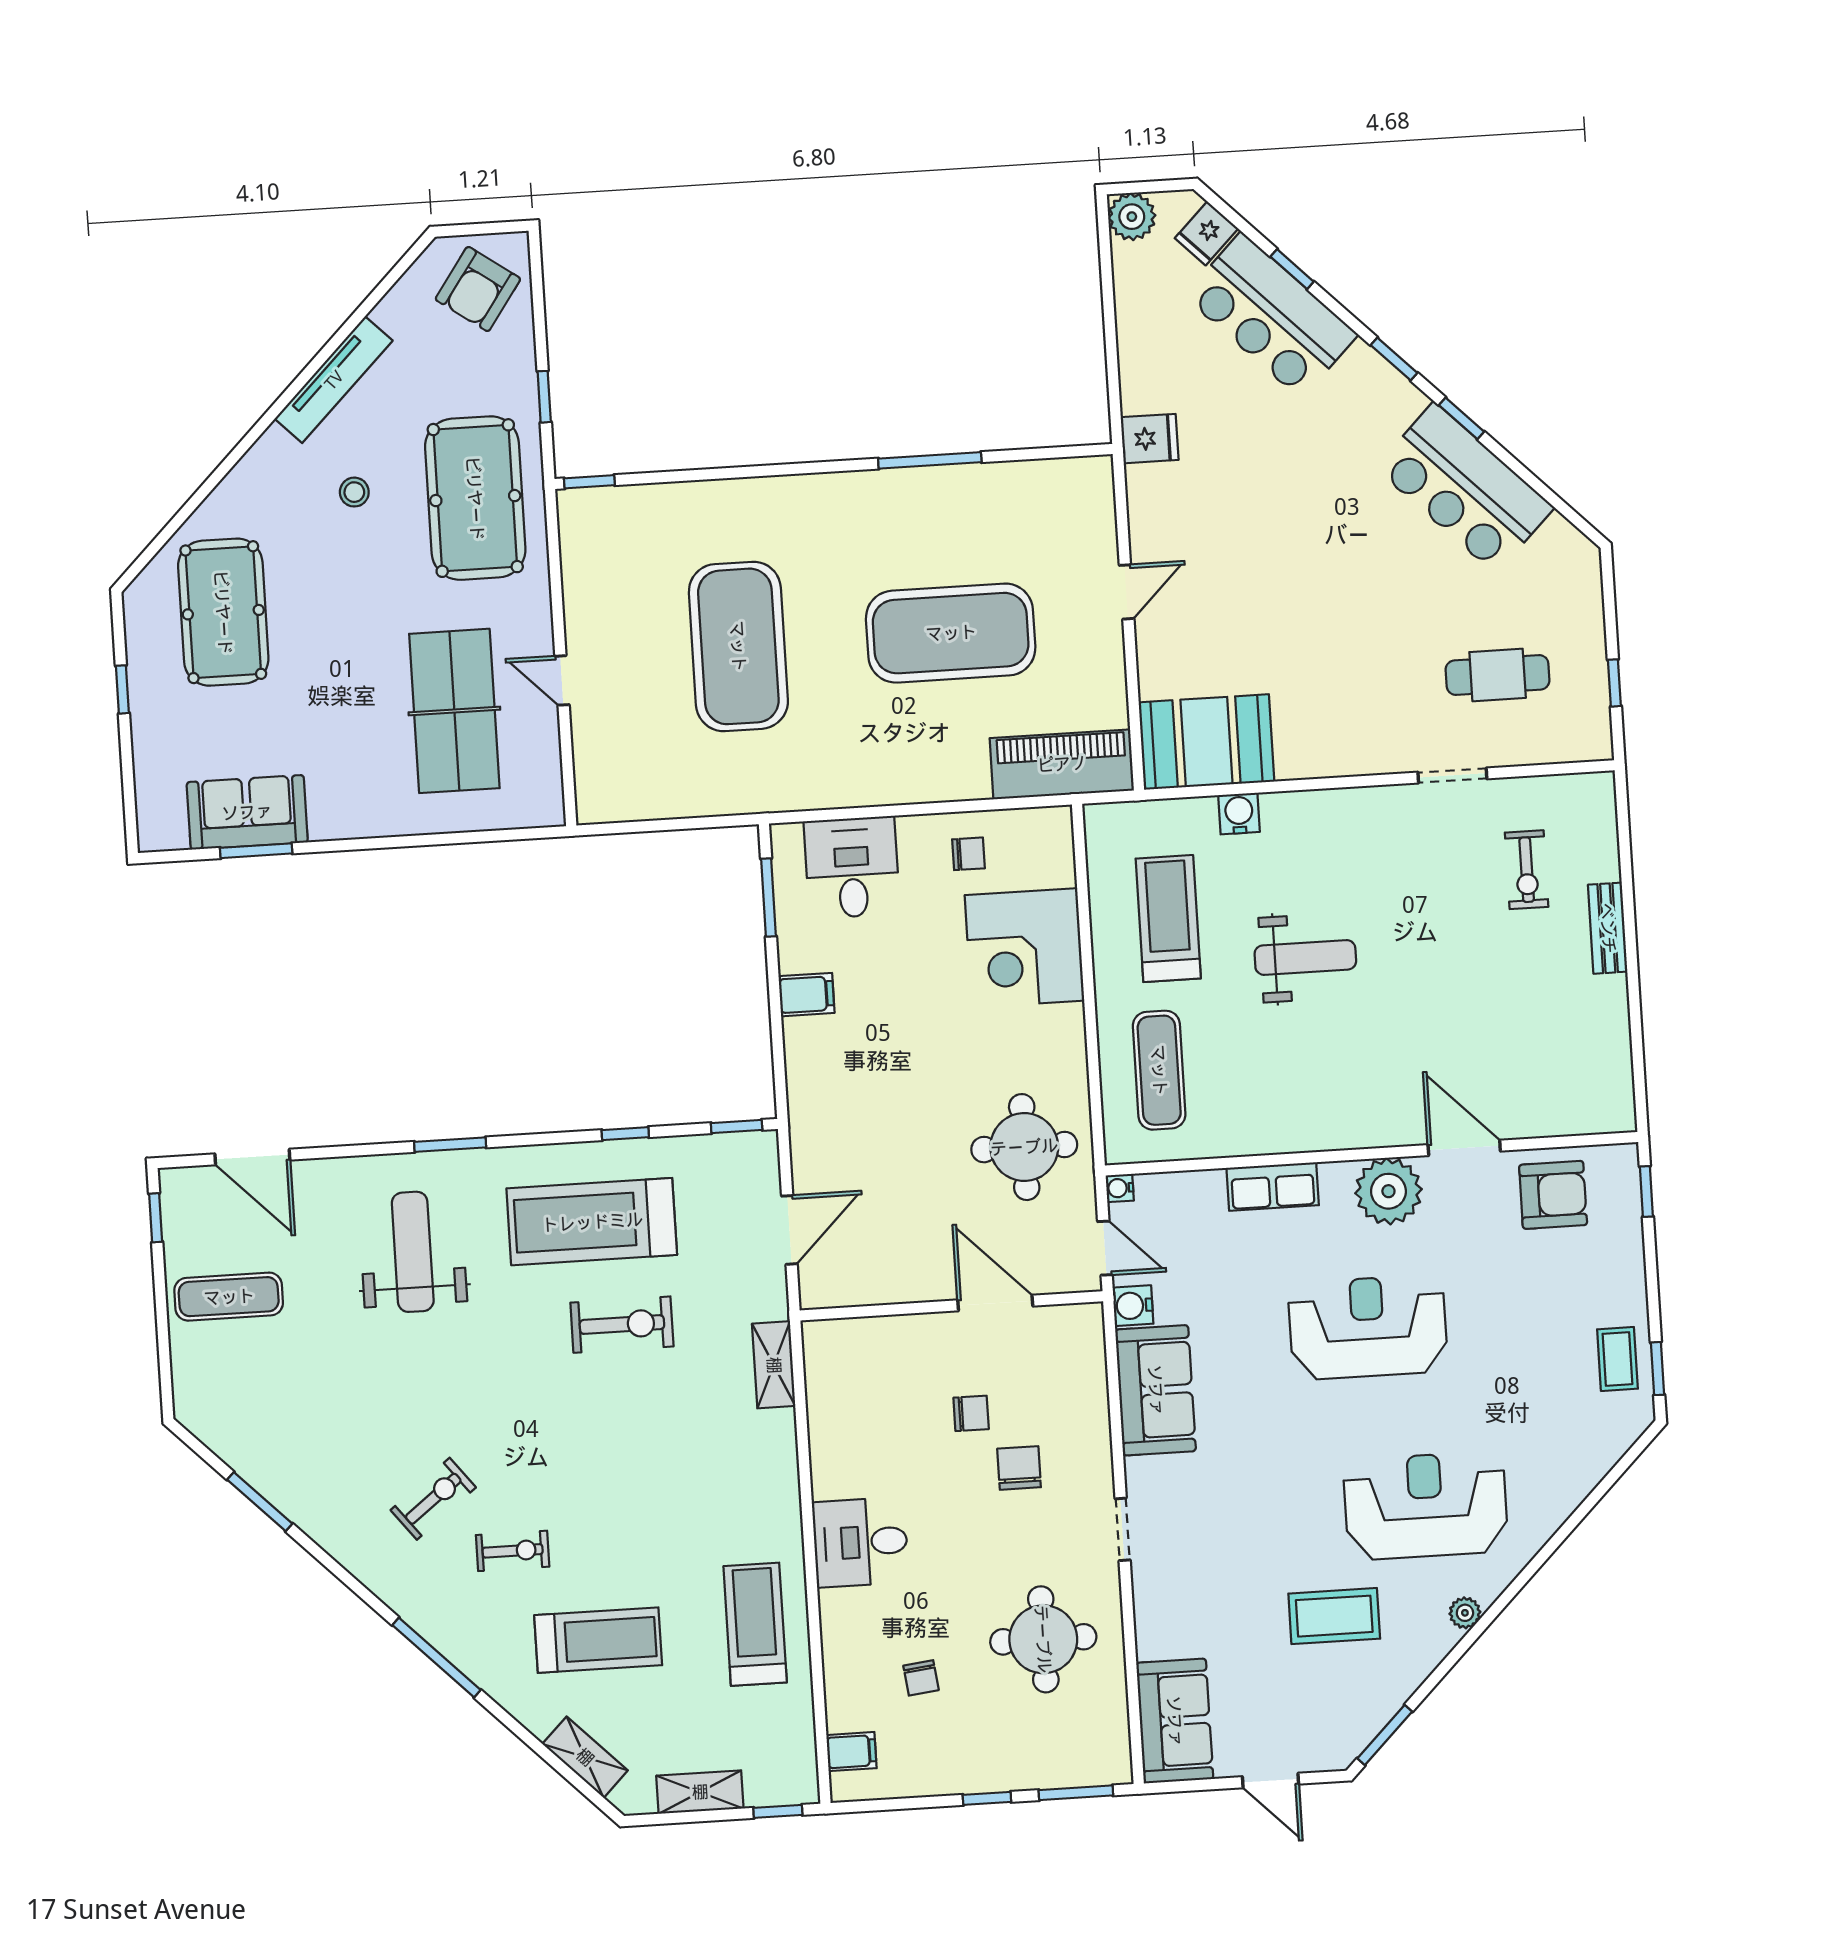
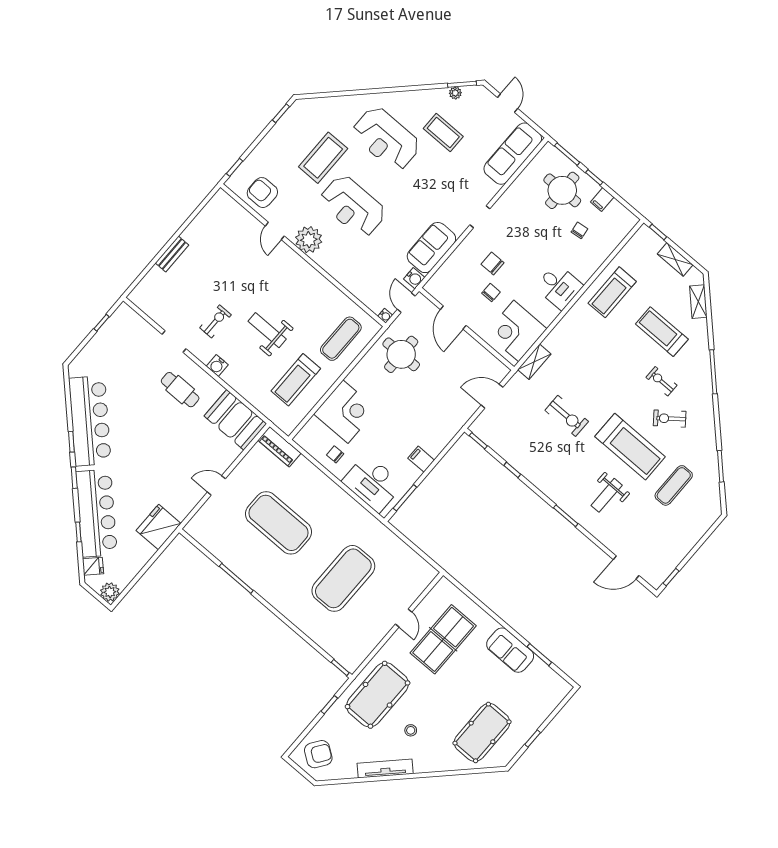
bar counter: (1271, 315) -> (97, 513), width x1.36
fridge: (1150, 439) -> (159, 527), width x1.88, depth x1.34
bar counter: (1465, 488) -> (90, 421), width x1.36
cafe table: (1498, 675) -> (180, 390), moved
piano: (1062, 764) -> (279, 447), width x0.73, depth x0.75
sofa: (247, 812) -> (510, 650), moved
water cooler: (1239, 814) -> (217, 366), moved
desk: (852, 867) -> (373, 483), width x1.37
exercise bike: (1527, 870) -> (215, 321), moved
door: (1464, 1148) -> (275, 231), width x0.73
door: (252, 1157) -> (626, 567), swing flipped
row of seats: (1273, 1187) -> (341, 273), removed
treadmill: (592, 1222) -> (630, 447), moved
weight bench: (413, 1252) -> (607, 495), width x0.73, depth x0.75
exercise mat: (229, 1297) -> (674, 485), moved, turned 90
exercise bike: (622, 1325) -> (567, 416), turned 180
coffee table: (1617, 1359) -> (323, 158), moved, width x1.86, depth x1.72
corner desk: (859, 1388) -> (516, 331), added
chair: (971, 1413) -> (491, 293), turned 90
chair: (1019, 1468) -> (492, 263), turned 90
plant: (1465, 1613) -> (455, 93), moved
round table: (1043, 1639) -> (562, 190), moved
sofa: (1175, 1721) -> (513, 154), width x1.36
filing cabinet: (851, 1752) -> (602, 200), moved, turned -90

